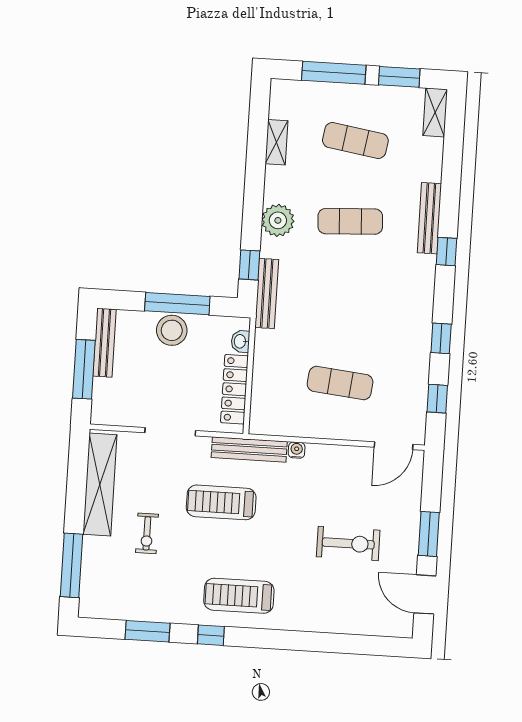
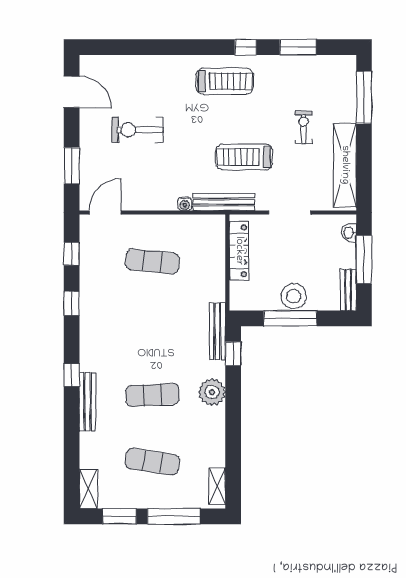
shelving: (276, 142) -> (217, 486), moved
washbasin: (240, 341) -> (349, 233), moved, turned 180
bench: (105, 343) -> (348, 290), width x0.73
treadmill: (221, 502) -> (244, 157), turned 180
window: (429, 534) -> (72, 166), moved

